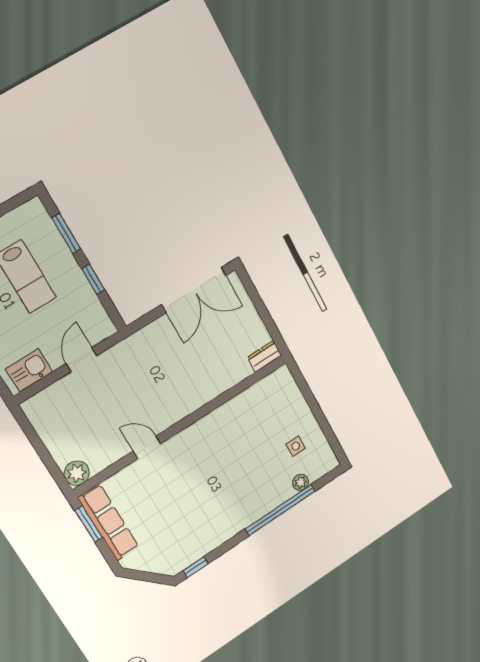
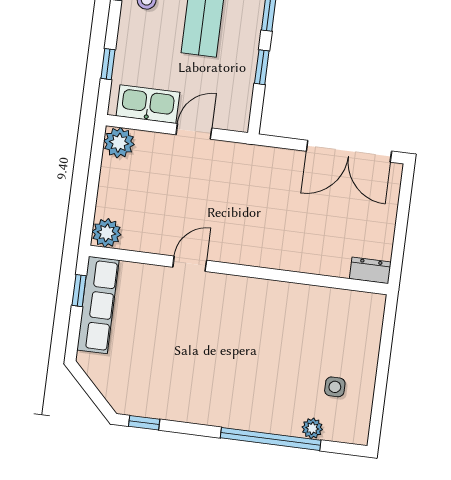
kitchen sink: (29, 370) -> (148, 104), width x1.38
plant: (37, 408) -> (119, 143), added
door: (147, 447) -> (190, 264), hinge flipped
window: (89, 524) -> (79, 291), width x0.67

